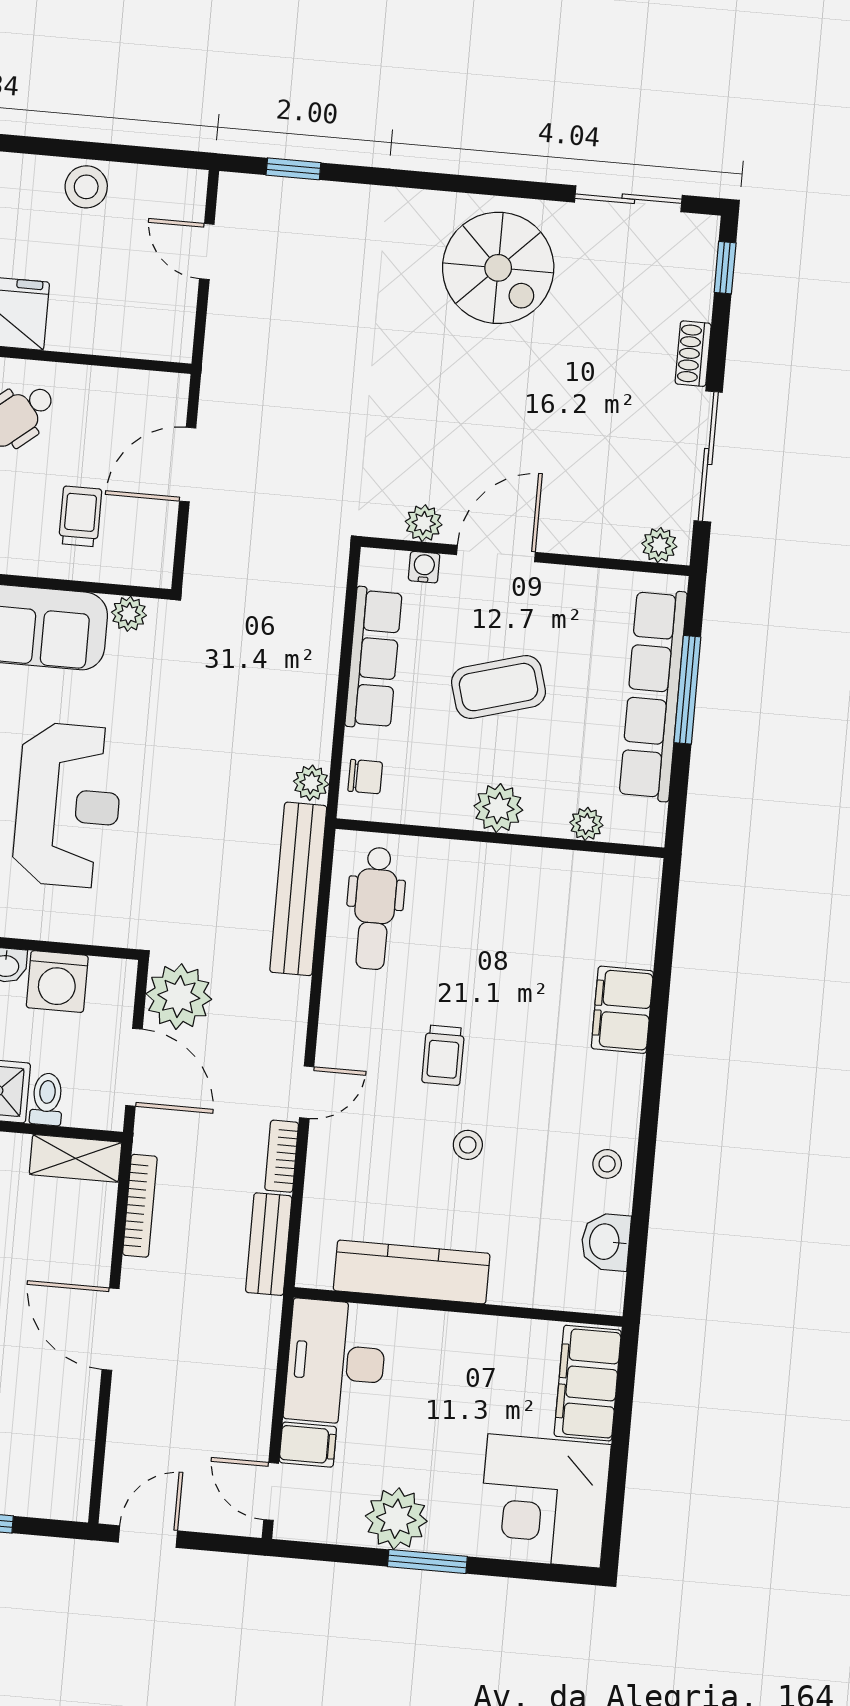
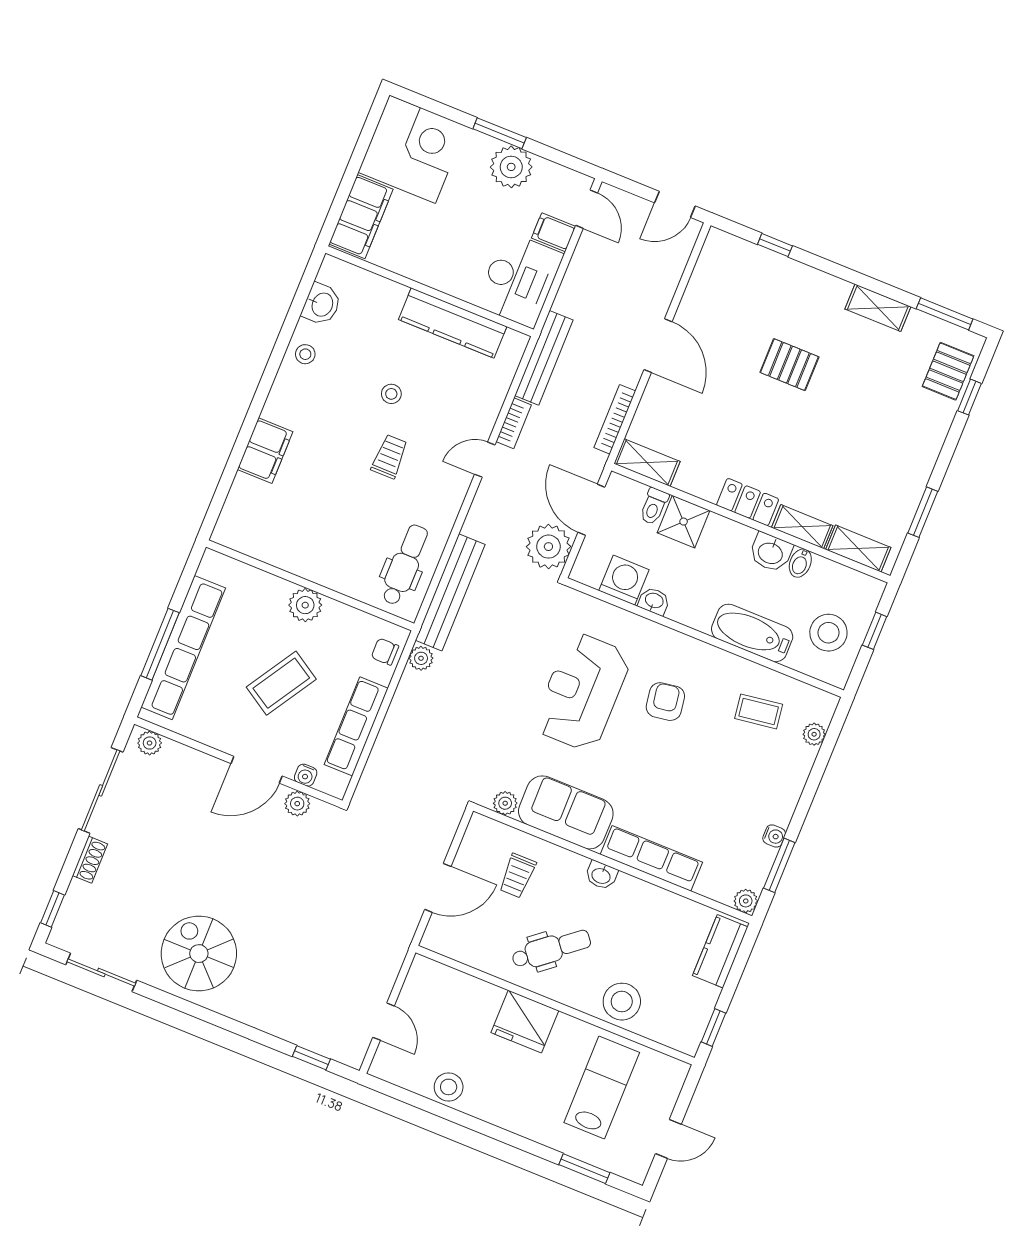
coffee table: (499, 687) -> (281, 683), turned -42
plant: (586, 824) -> (252, 578), removed
bench: (269, 1244) -> (544, 358), width x1.36

